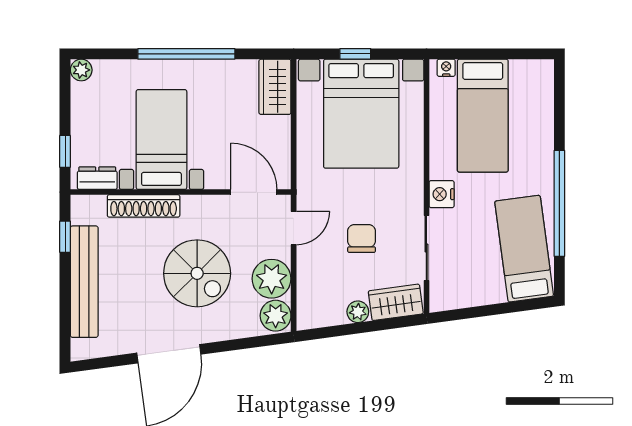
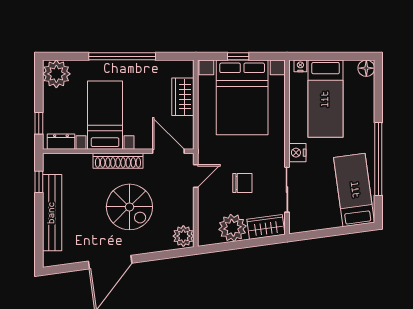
plant: (81, 70) -> (56, 74), width x1.88, depth x1.88
floor lamp: (542, 71) -> (366, 68), added
wardrobe: (275, 87) -> (183, 97), moved
shoe rack: (144, 206) -> (118, 161), moved
chair: (362, 238) -> (242, 183), turned 90
plant: (272, 279) -> (181, 211), removed
plant: (358, 312) -> (232, 228), width x1.87, depth x1.87

